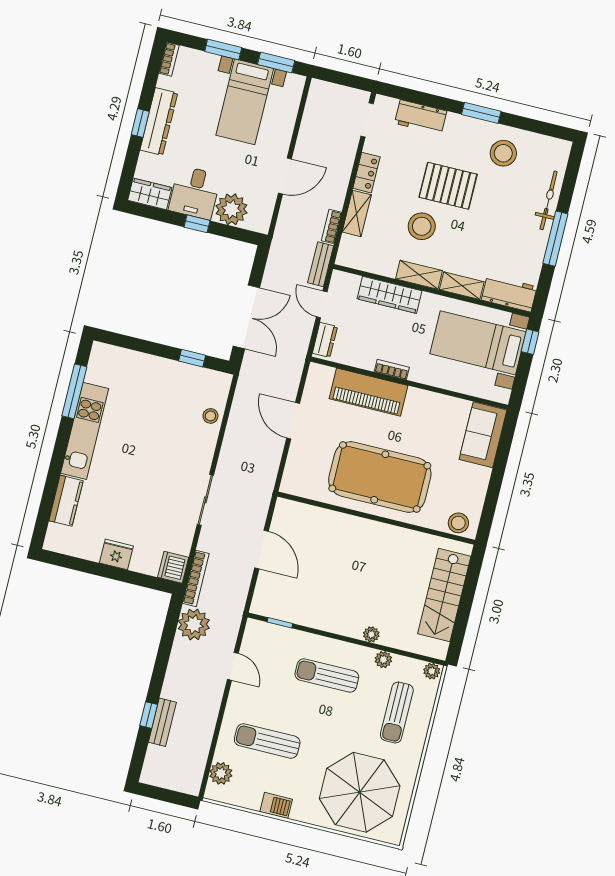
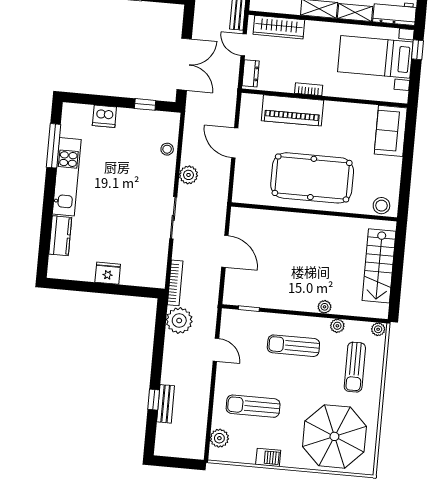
wardrobe: (390, 295) -> (279, 27), moved
plant: (232, 451) -> (188, 175), added
dishwasher: (173, 567) -> (104, 116), moved, turned -90

